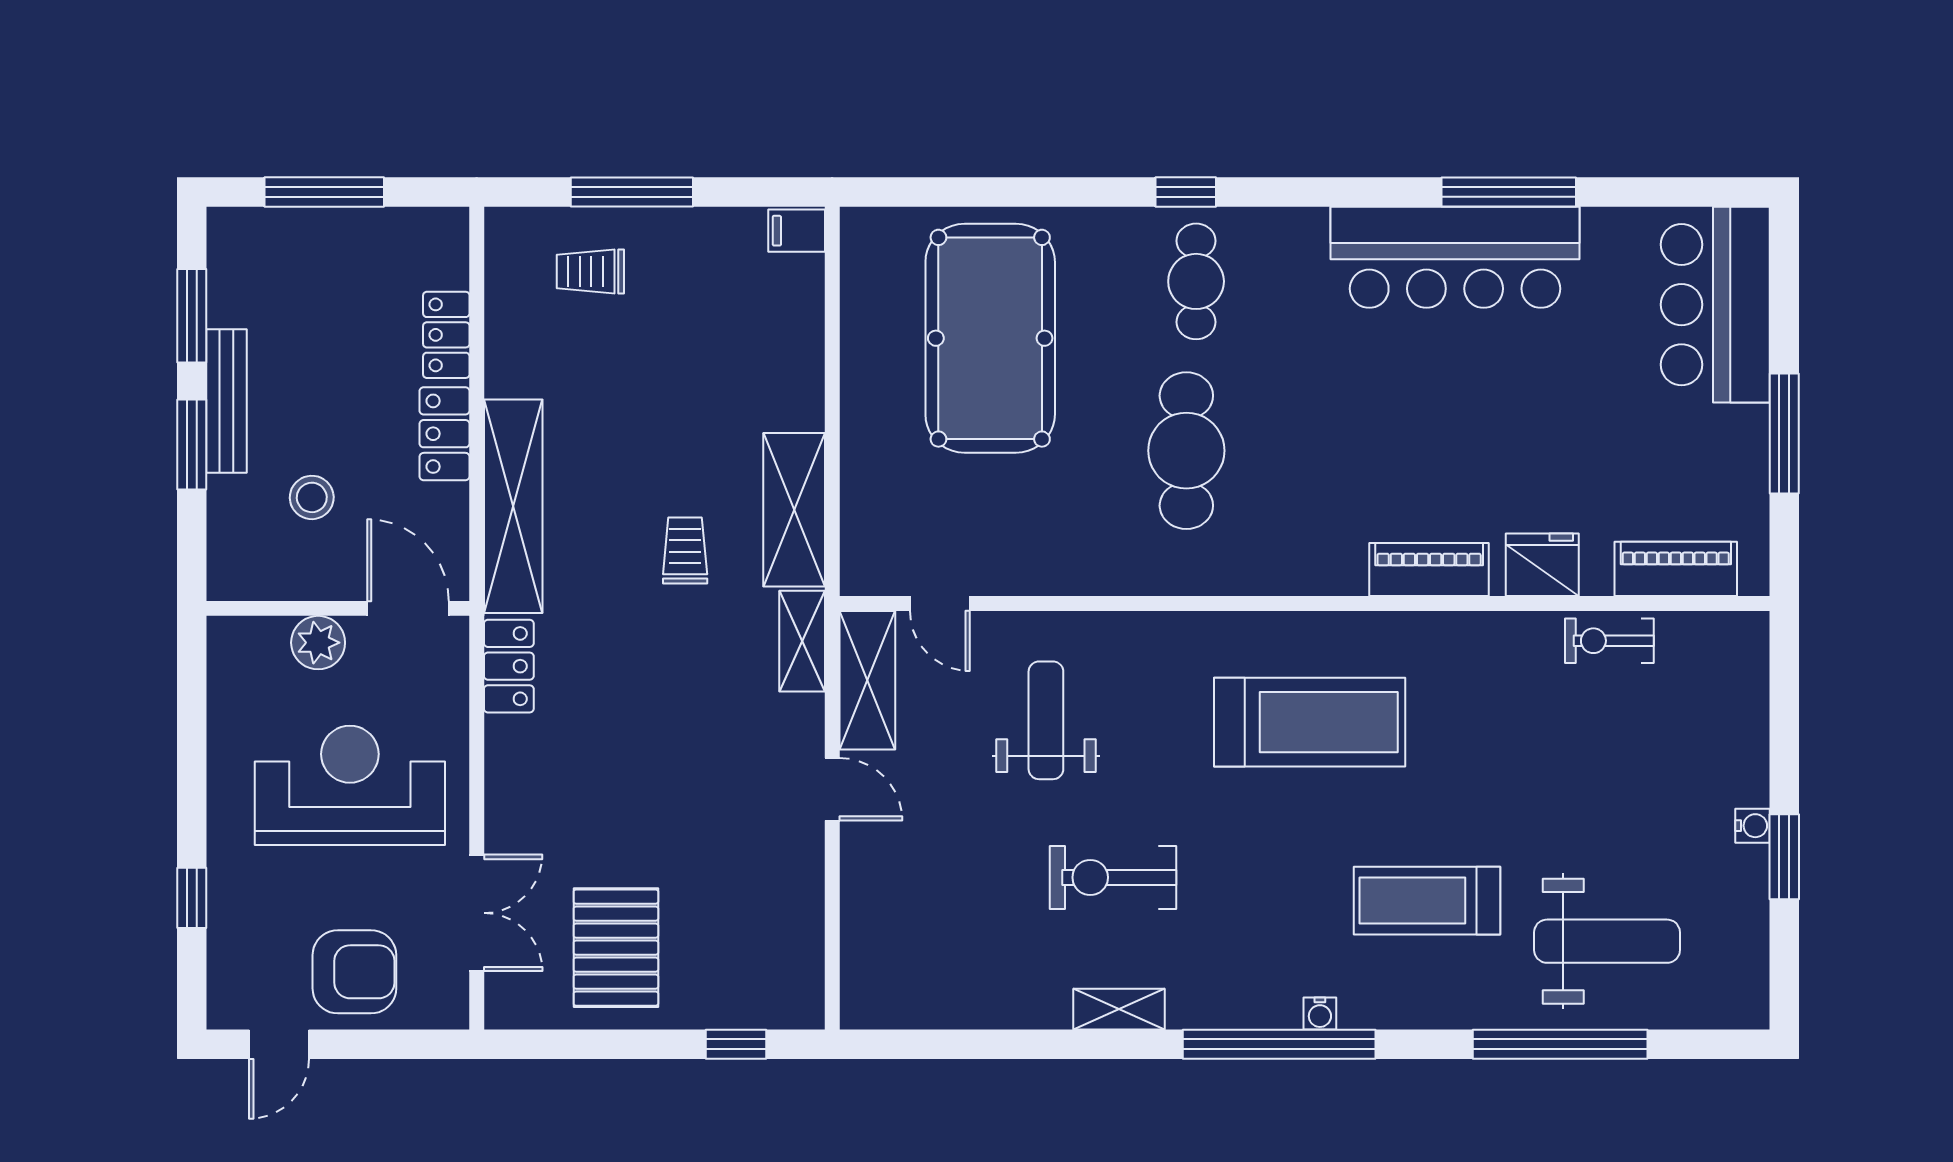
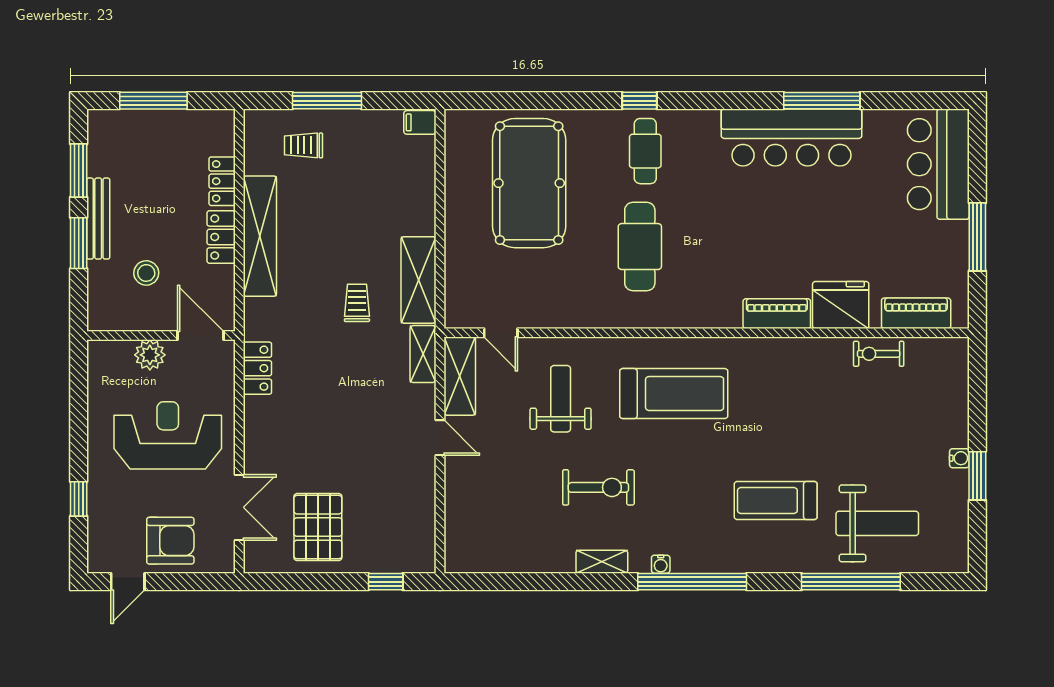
shelving: (513, 506) -> (260, 236), moved
fridge: (1542, 565) -> (841, 305), width x1.36, depth x1.34
treadmill: (1310, 722) -> (674, 394), moved
exercise bike: (1113, 877) -> (598, 487), turned 180
water cooler: (1320, 1013) -> (661, 564), moved

